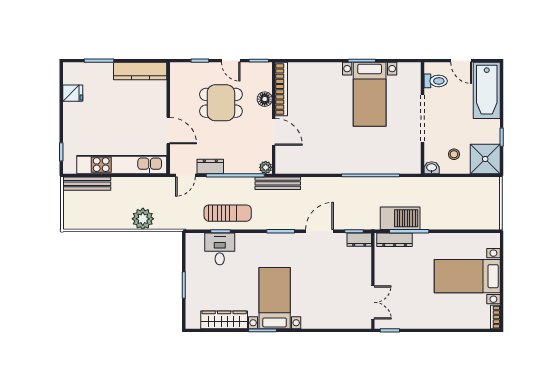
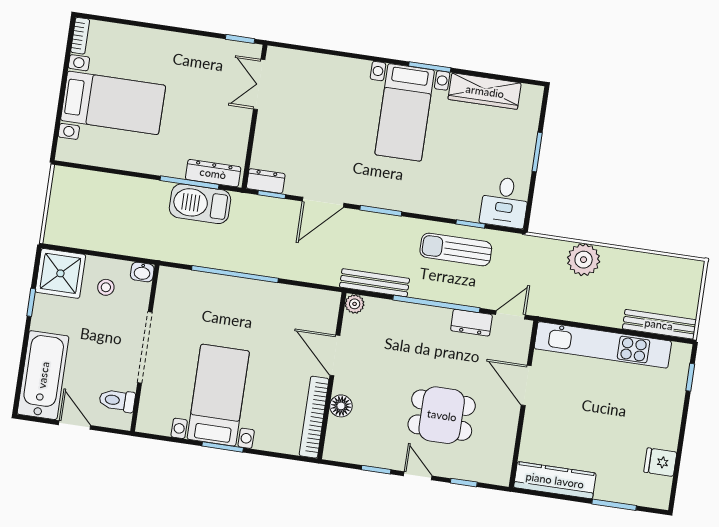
bookcase: (281, 89) -> (314, 417), moved
floor lamp: (265, 99) -> (341, 406), moved
wall: (274, 118) -> (332, 376), moved
door: (274, 132) -> (335, 355), moved
plant: (266, 167) -> (355, 304), moved
desk: (220, 249) -> (505, 202), moved

